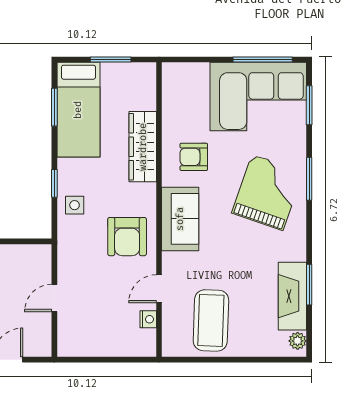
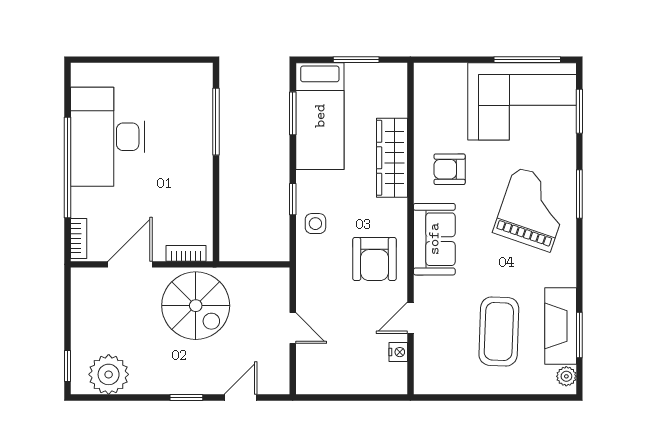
window: (309, 285) -> (579, 335), moved
door: (54, 298) -> (293, 328), swing flipped
coffee table: (211, 320) -> (499, 331), moved

